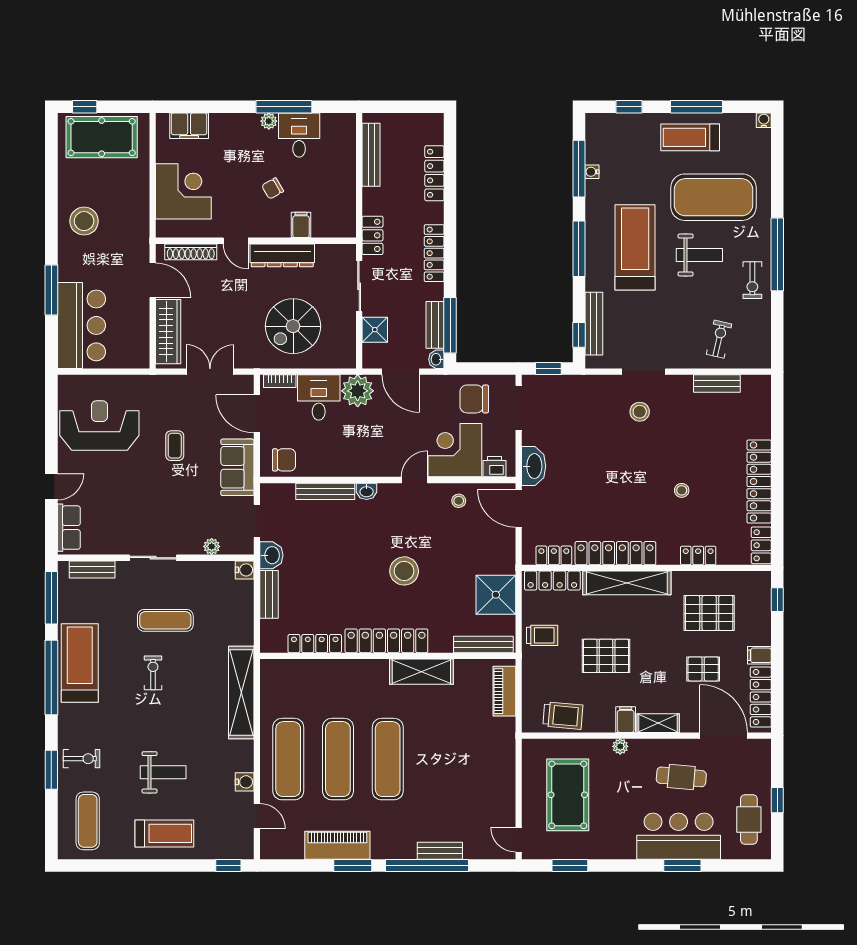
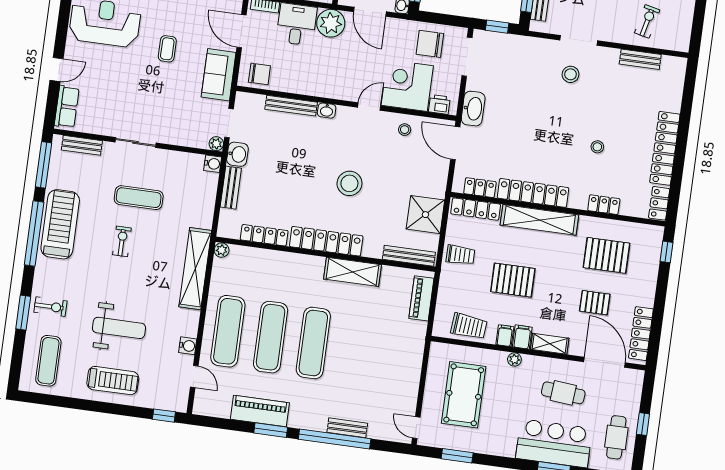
plant: (212, 546) -> (216, 144), moved
filing cabinet: (759, 655) -> (505, 336), moved, turned 90
plant: (268, 667) -> (222, 250), added
weight bench: (163, 772) -> (119, 328), width x1.36, depth x1.33

